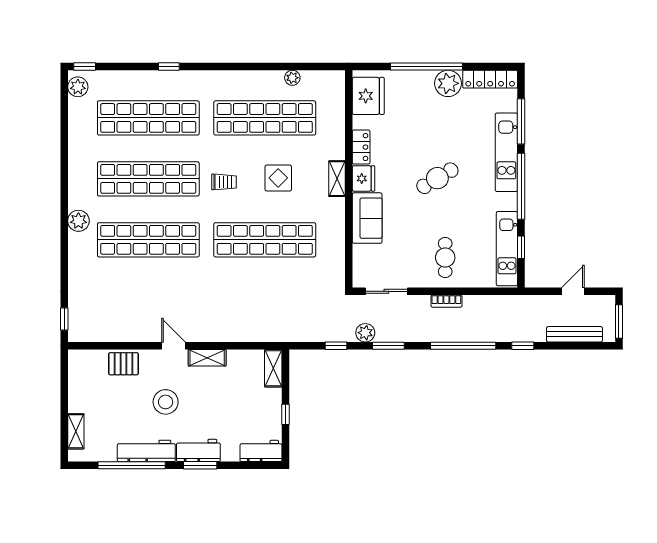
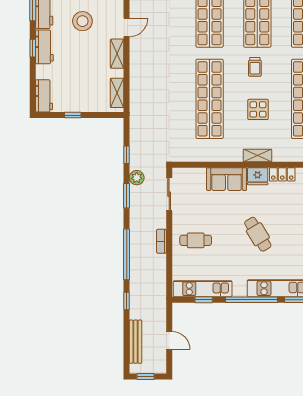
window: (619, 322) -> (145, 377), width x0.67
shelving: (273, 368) -> (117, 93), moved, turned 90
window: (200, 465) -> (33, 48), width x0.67

